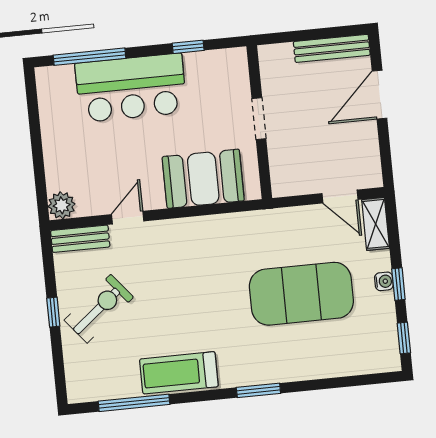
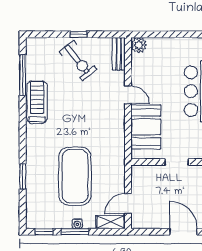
door: (128, 218) -> (128, 95), moved
window: (398, 284) -> (75, 232), width x1.50
window: (258, 390) -> (23, 176), moved

